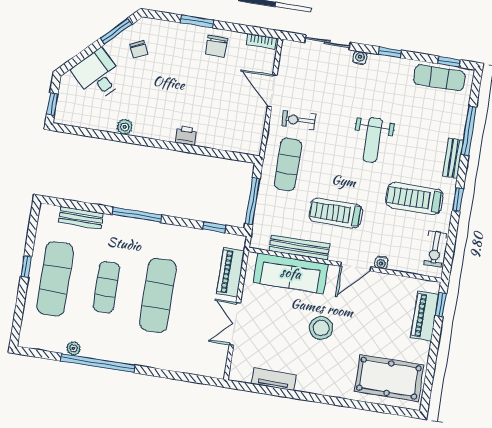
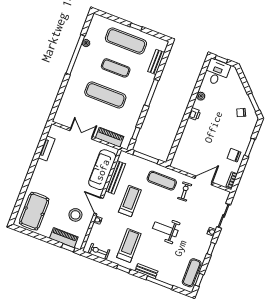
desk: (98, 75) -> (217, 72), moved, turned -45
printer: (186, 136) -> (194, 114), moved
stool: (321, 328) -> (75, 215), moved

